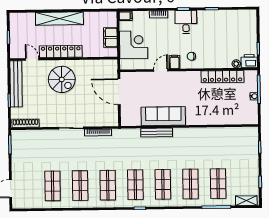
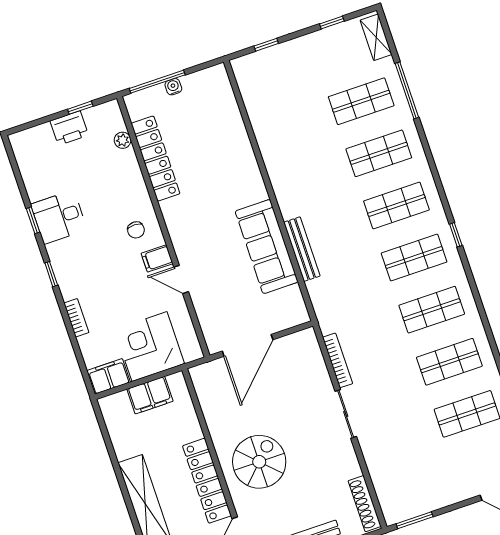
filing cabinet: (126, 16) -> (109, 376), width x2.00
desk: (186, 22) -> (59, 217), moved
printer: (249, 61) -> (69, 128), moved, turned -90

